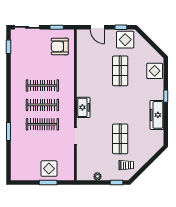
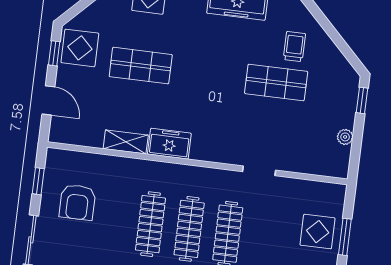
door: (97, 27) -> (48, 100), hinge flipped
armchair: (60, 46) -> (77, 202), moved
shelving: (82, 68) -> (126, 142), added
freezer: (83, 107) -> (169, 144), moved
trolley: (126, 165) -> (294, 47), moved

